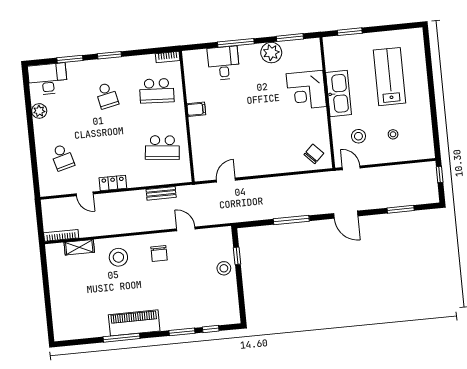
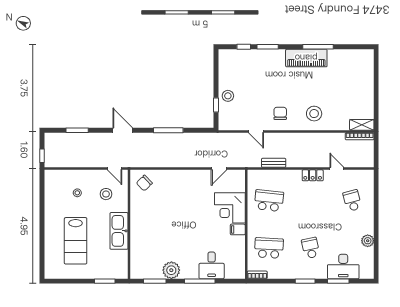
desk: (48, 79) -> (343, 266), moved
corner desk: (306, 90) -> (230, 208), moved, turned 180
shelving: (79, 247) -> (362, 125), moved

